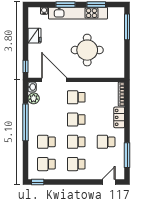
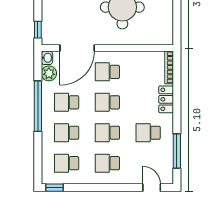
door: (54, 80) -> (77, 48), swing flipped
school desk: (46, 120) -> (67, 102), added
door: (109, 182) -> (152, 188), hinge flipped

